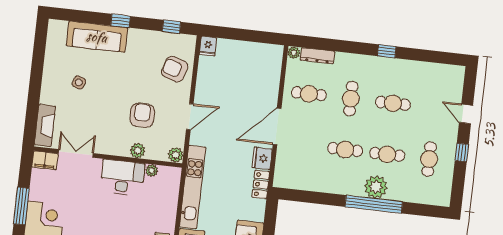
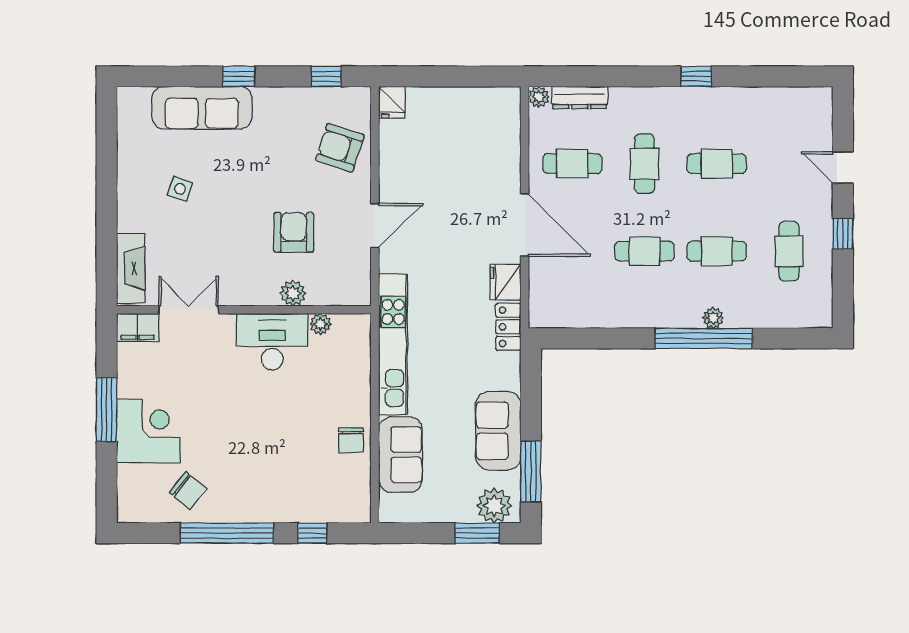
door: (277, 126) -> (525, 225), swing flipped
plant: (176, 155) -> (358, 293), removed
plant: (376, 187) -> (713, 318), width x0.53, depth x0.53

